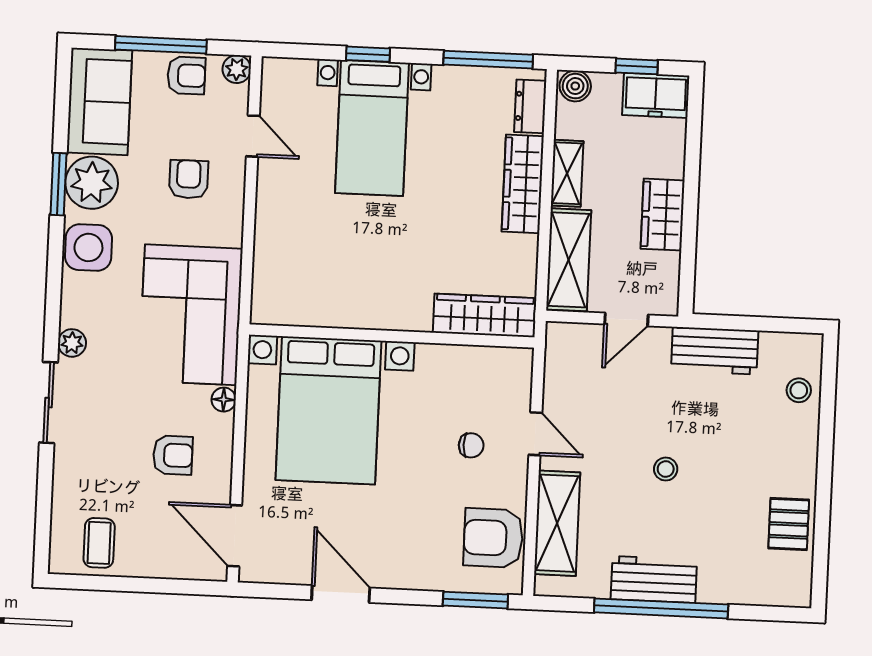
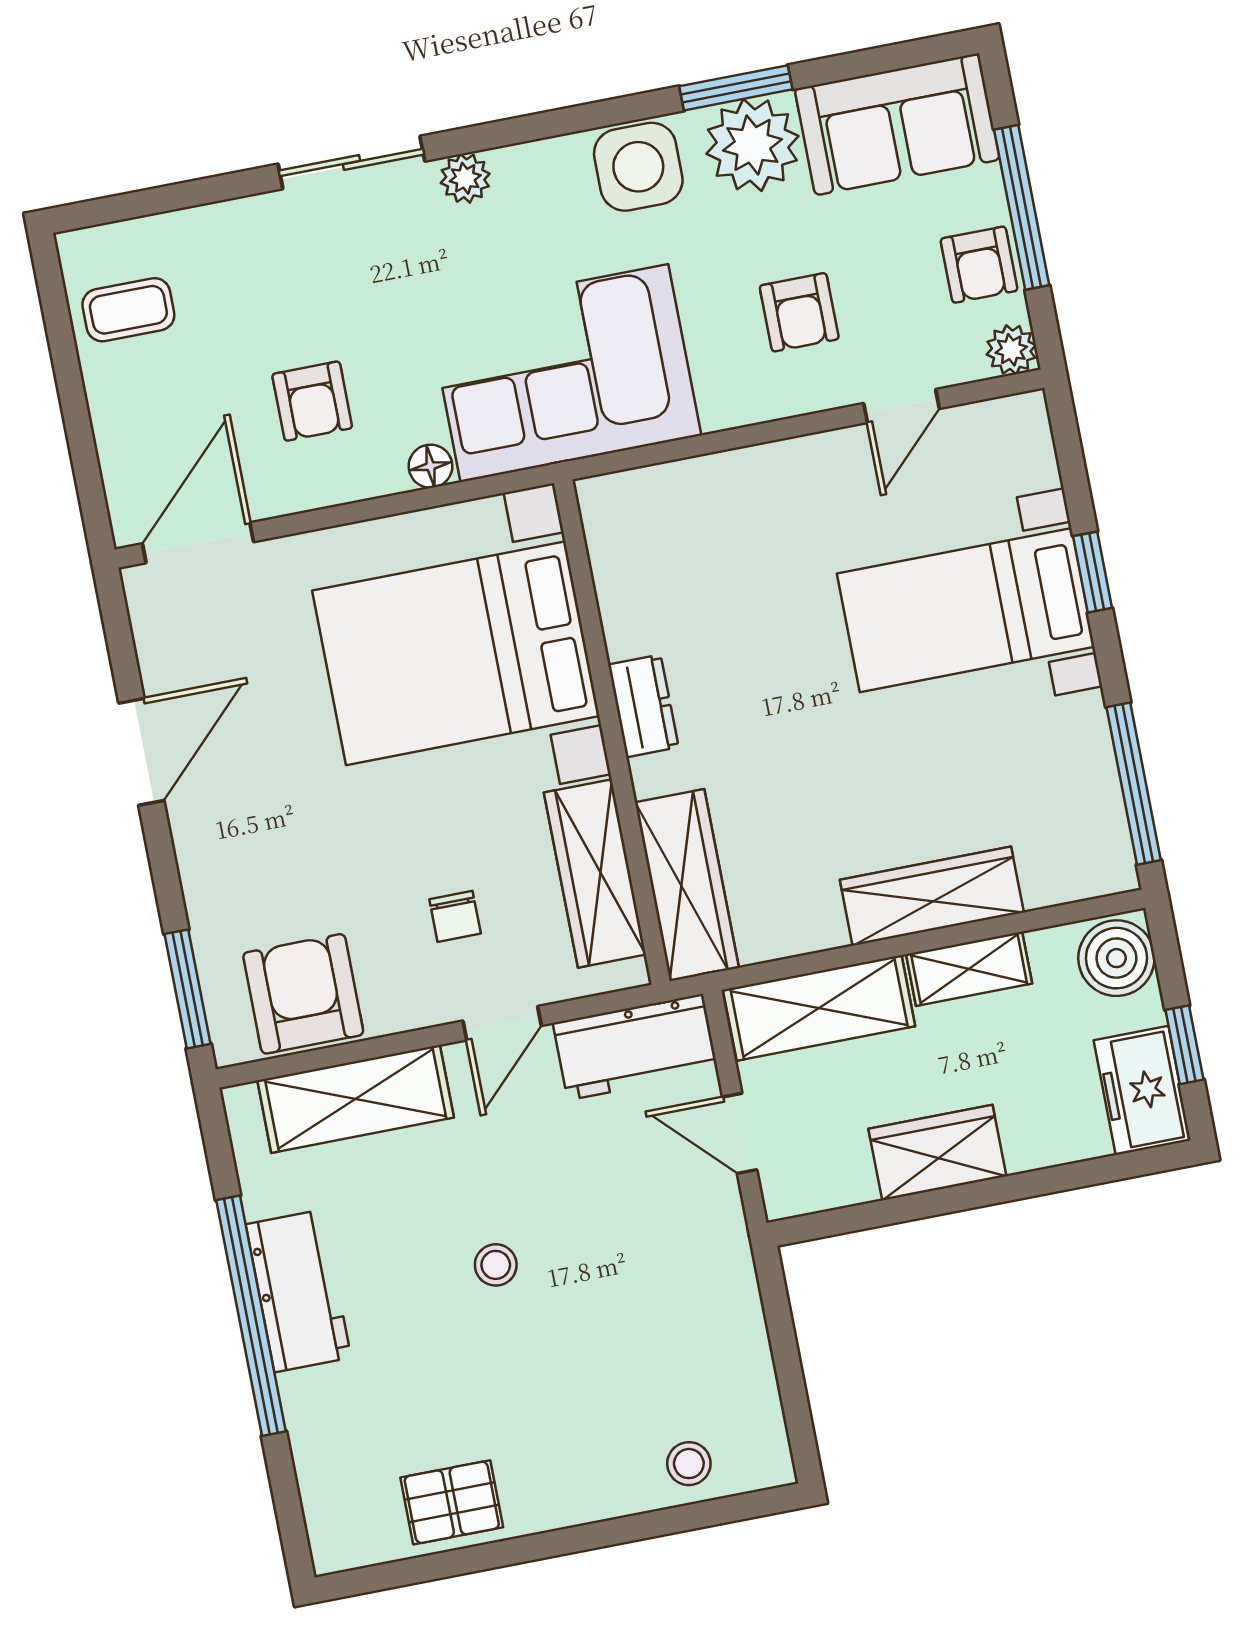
boiler: (575, 86) -> (1116, 958), width x1.36, depth x1.36
dresser: (530, 106) -> (643, 706), moved, turned 90
armchair: (189, 179) -> (799, 312), turned 90
workbench: (715, 351) -> (635, 1047), moved, turned -90
wardrobe: (466, 364) -> (595, 873), added

